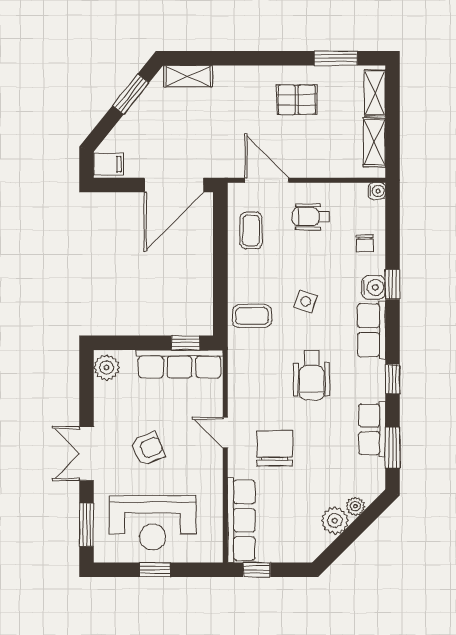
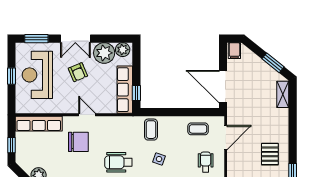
plant: (113, 401) -> (104, 53), added
door: (225, 432) -> (87, 115), hinge flipped
double door: (87, 453) -> (75, 39), swing flipped
window: (257, 570) -> (12, 145), moved

